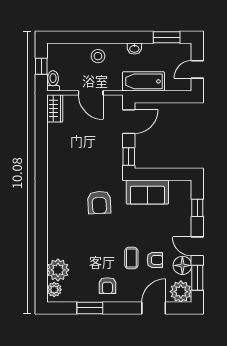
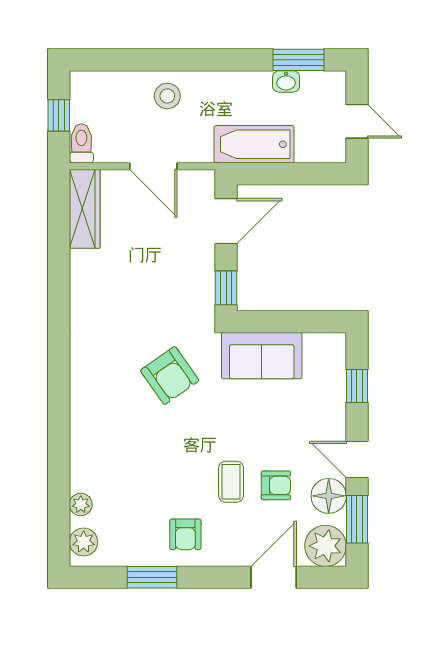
washbasin: (134, 49) -> (286, 81), moved
door: (197, 69) -> (357, 121), swing flipped
wardrobe: (55, 108) -> (85, 209), width x1.50
armchair: (99, 202) -> (170, 376), turned -32
plant: (58, 270) -> (81, 504), width x0.53, depth x0.53

